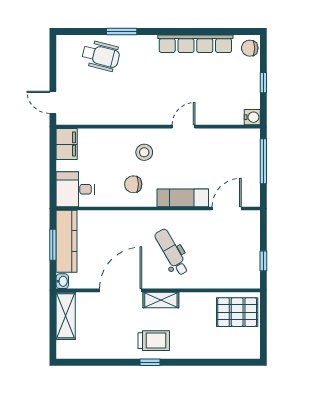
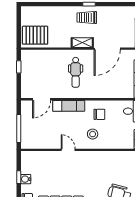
water cooler: (252, 117) -> (26, 179), moved
door: (184, 127) -> (68, 150), swing flipped
dental chair: (172, 252) -> (76, 72), turned 30

